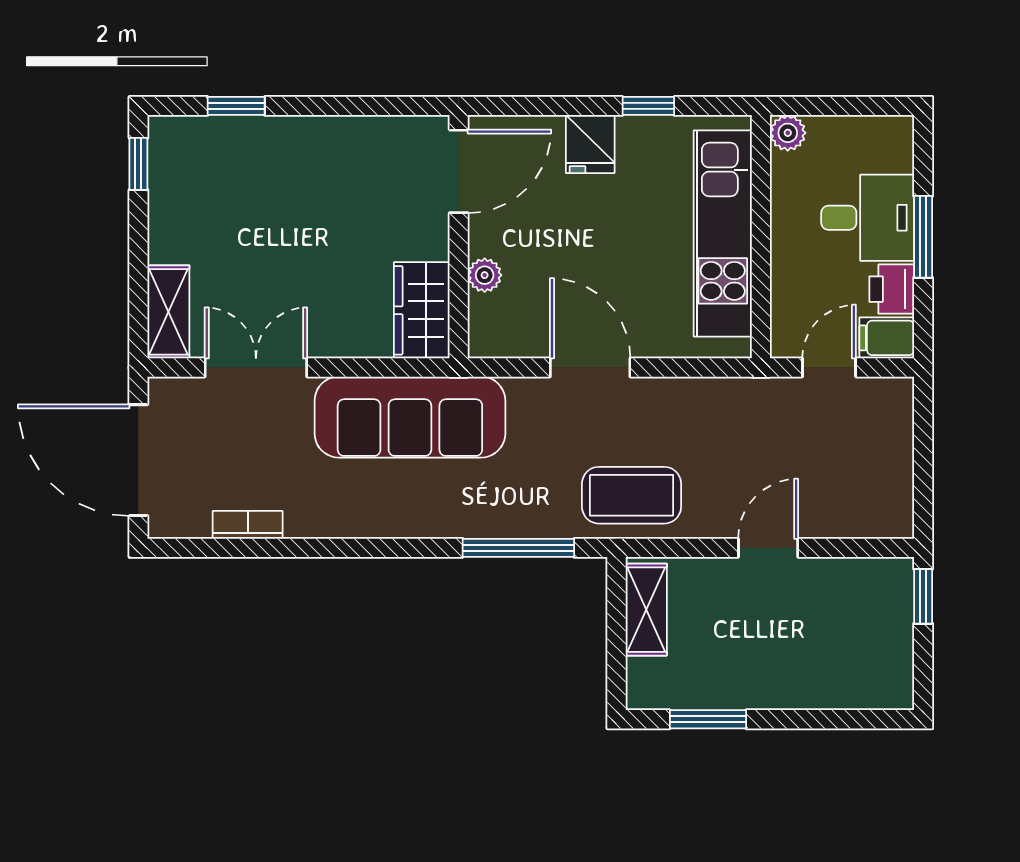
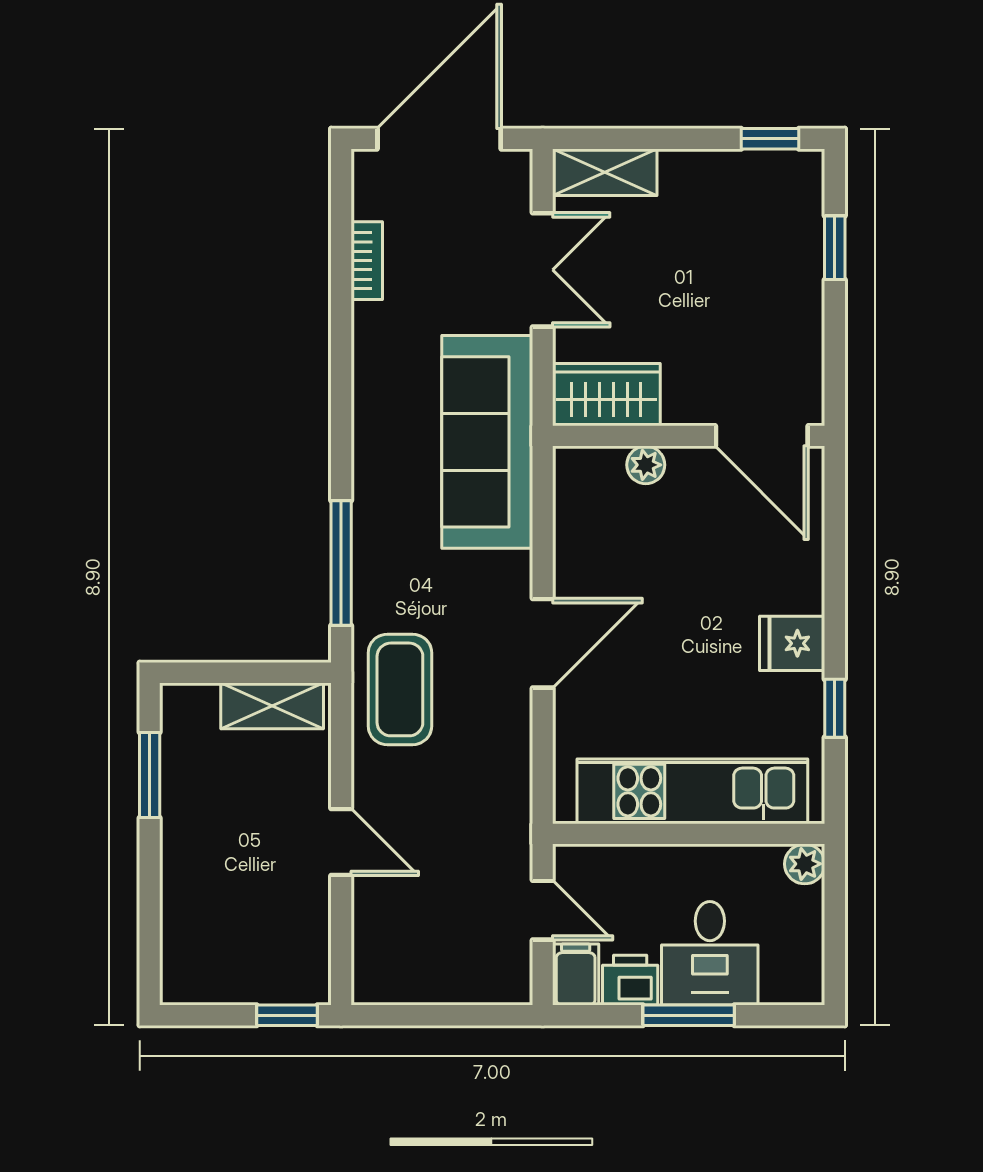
door: (459, 171) -> (762, 436), moved
wall: (459, 237) -> (689, 436), moved
plant: (485, 275) -> (646, 465), moved
wardrobe: (422, 310) -> (606, 395), moved

